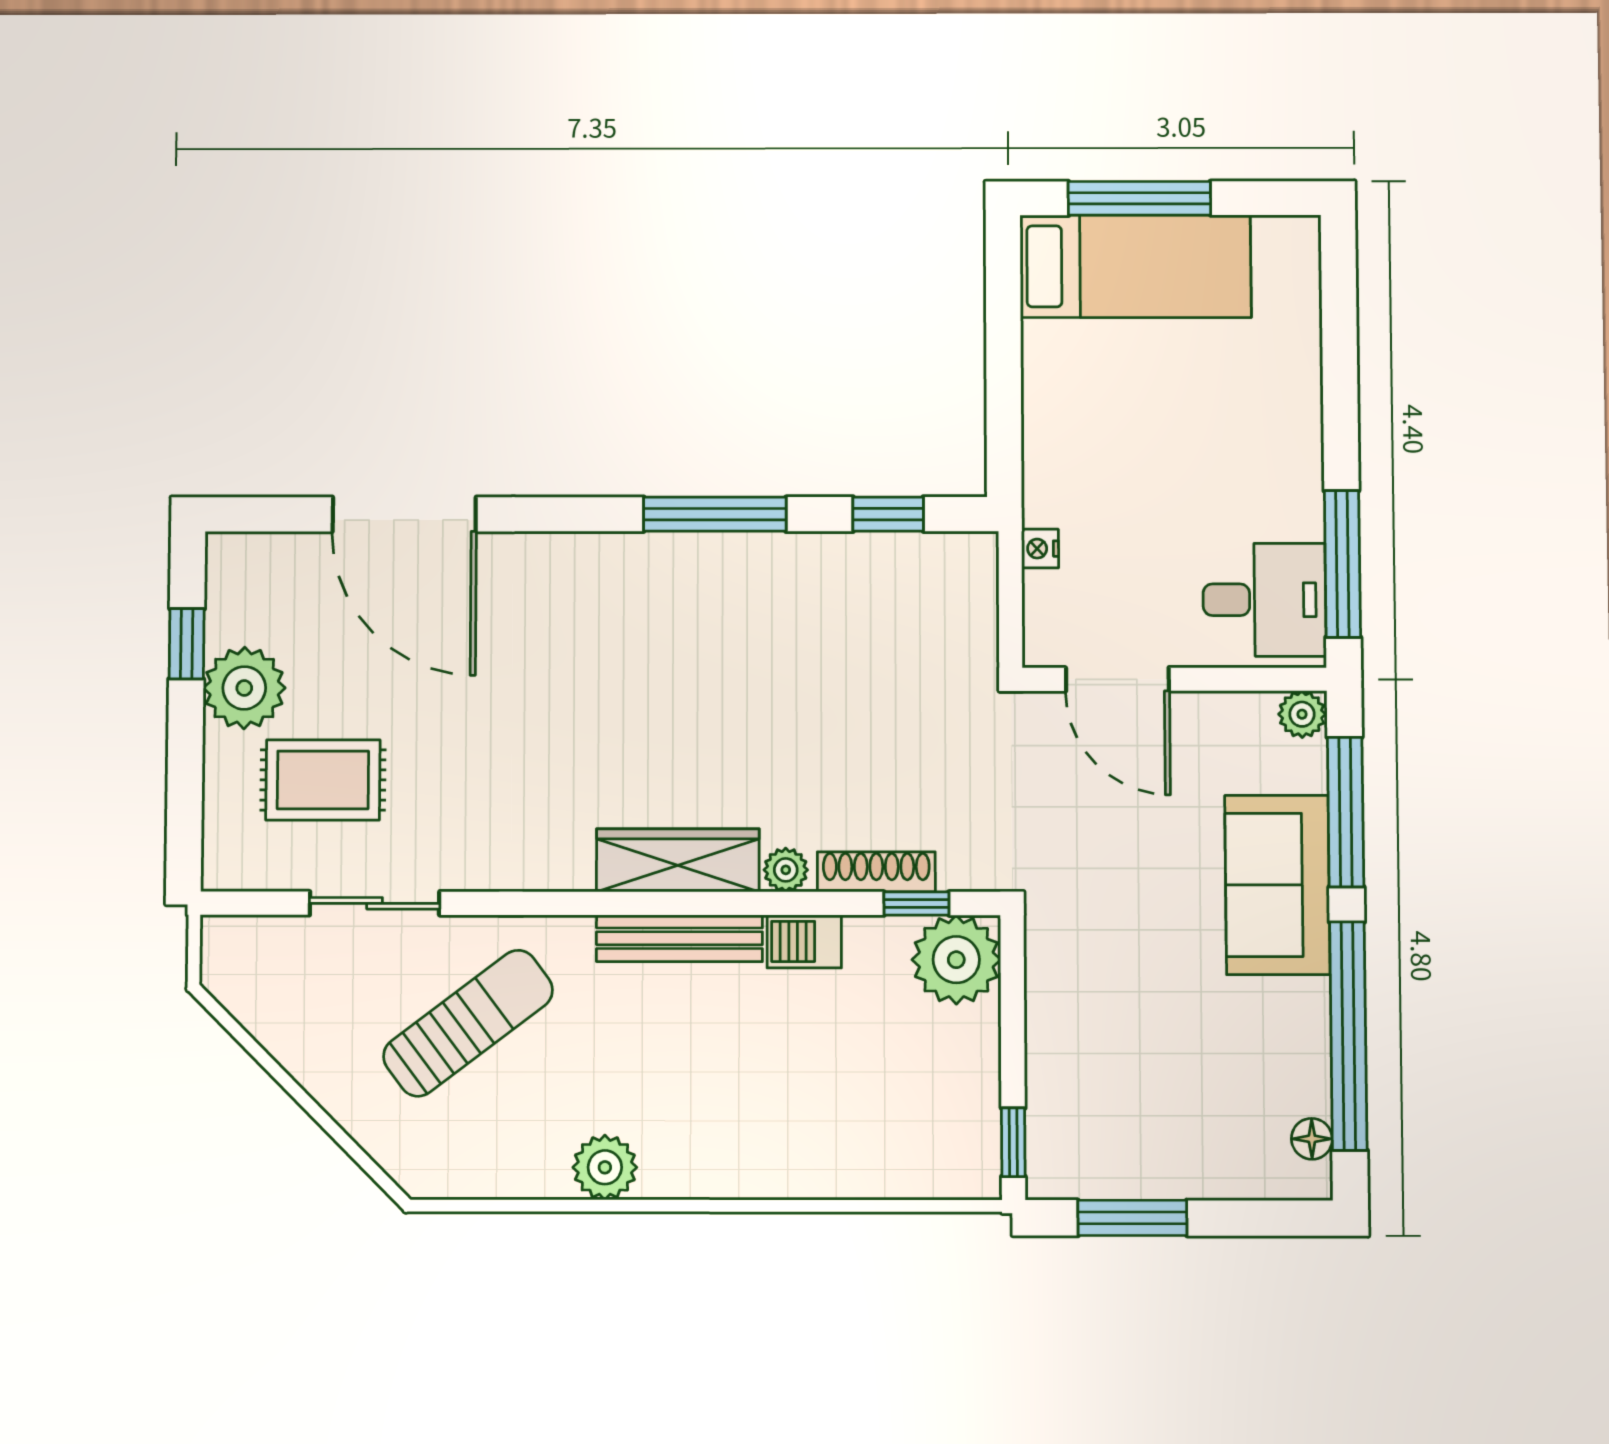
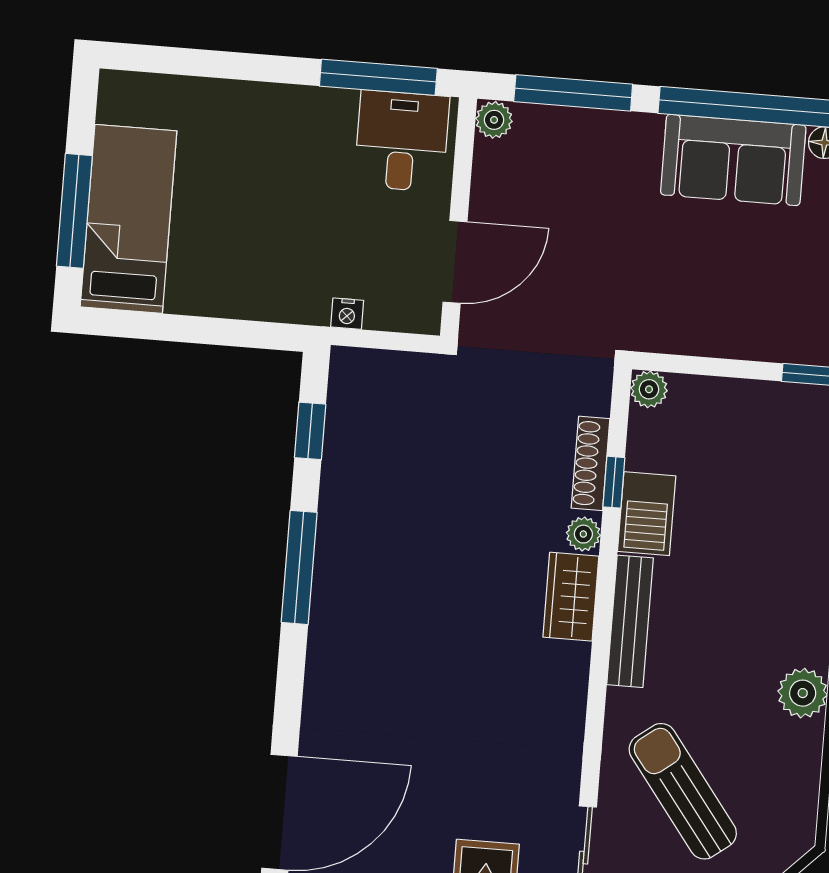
wardrobe: (678, 860) -> (571, 597), width x0.67
sofa: (1277, 885) -> (733, 160), moved
window: (916, 903) -> (614, 482), moved
barbecue: (804, 941) -> (647, 514), width x1.38, depth x1.27
plant: (956, 960) -> (649, 389), width x0.53, depth x0.53

